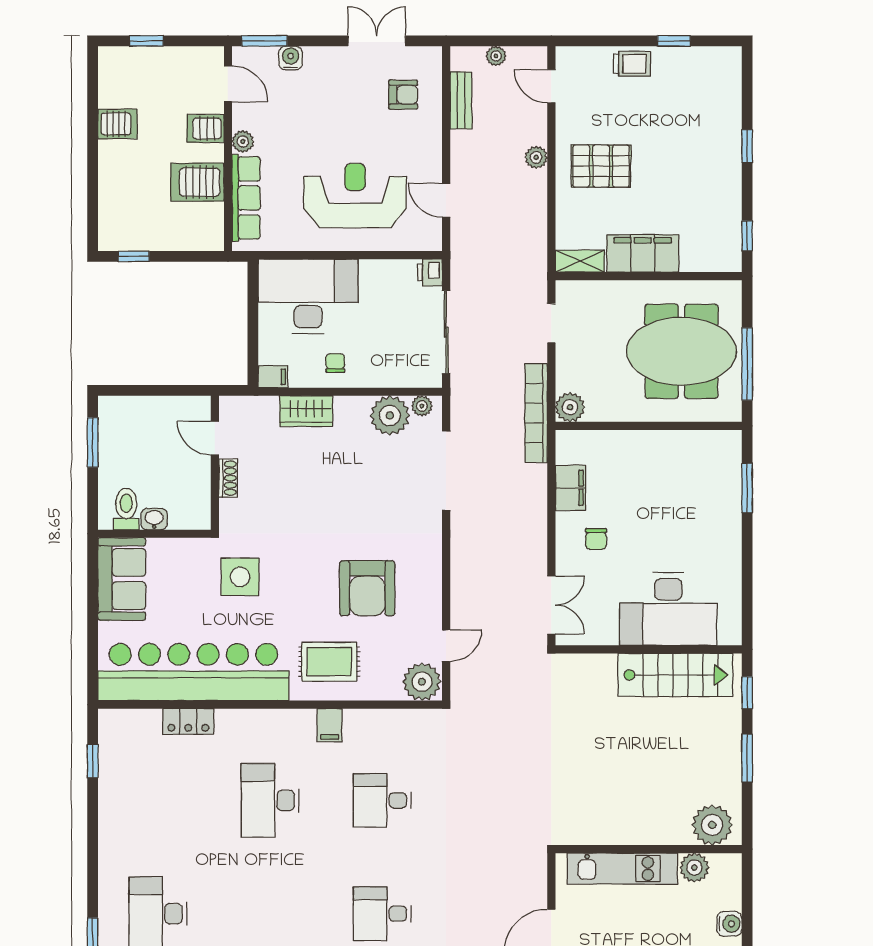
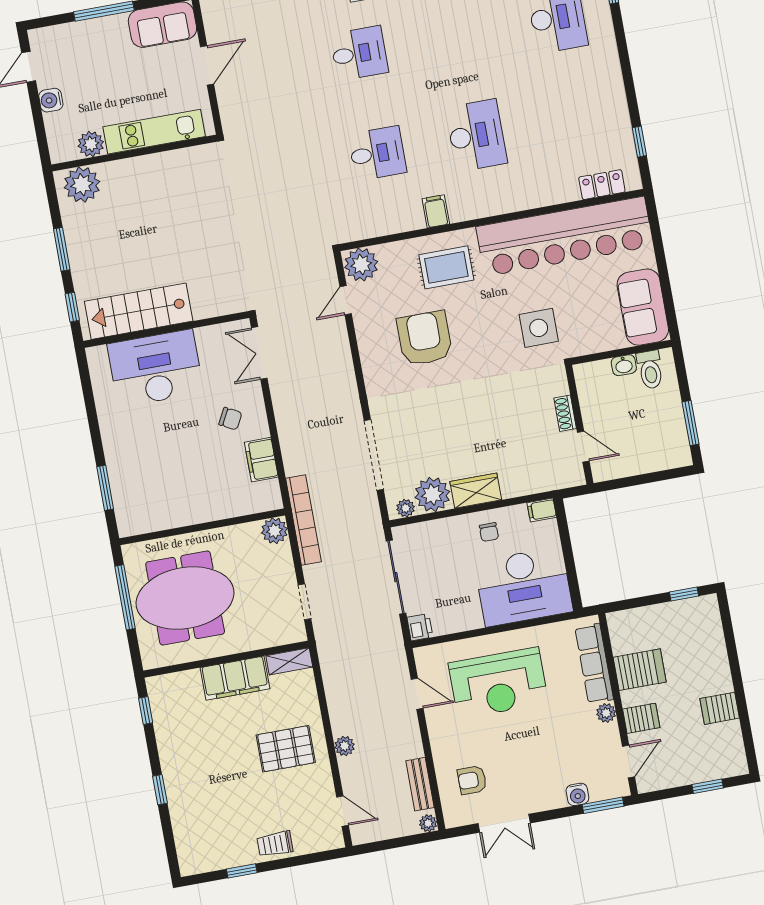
plant: (496, 56) -> (428, 823), moved
door: (228, 84) -> (628, 761), swing flipped
wardrobe: (306, 411) -> (476, 491), moved
chair: (596, 539) -> (230, 419), turned 118
locker: (188, 721) -> (602, 185), moved

